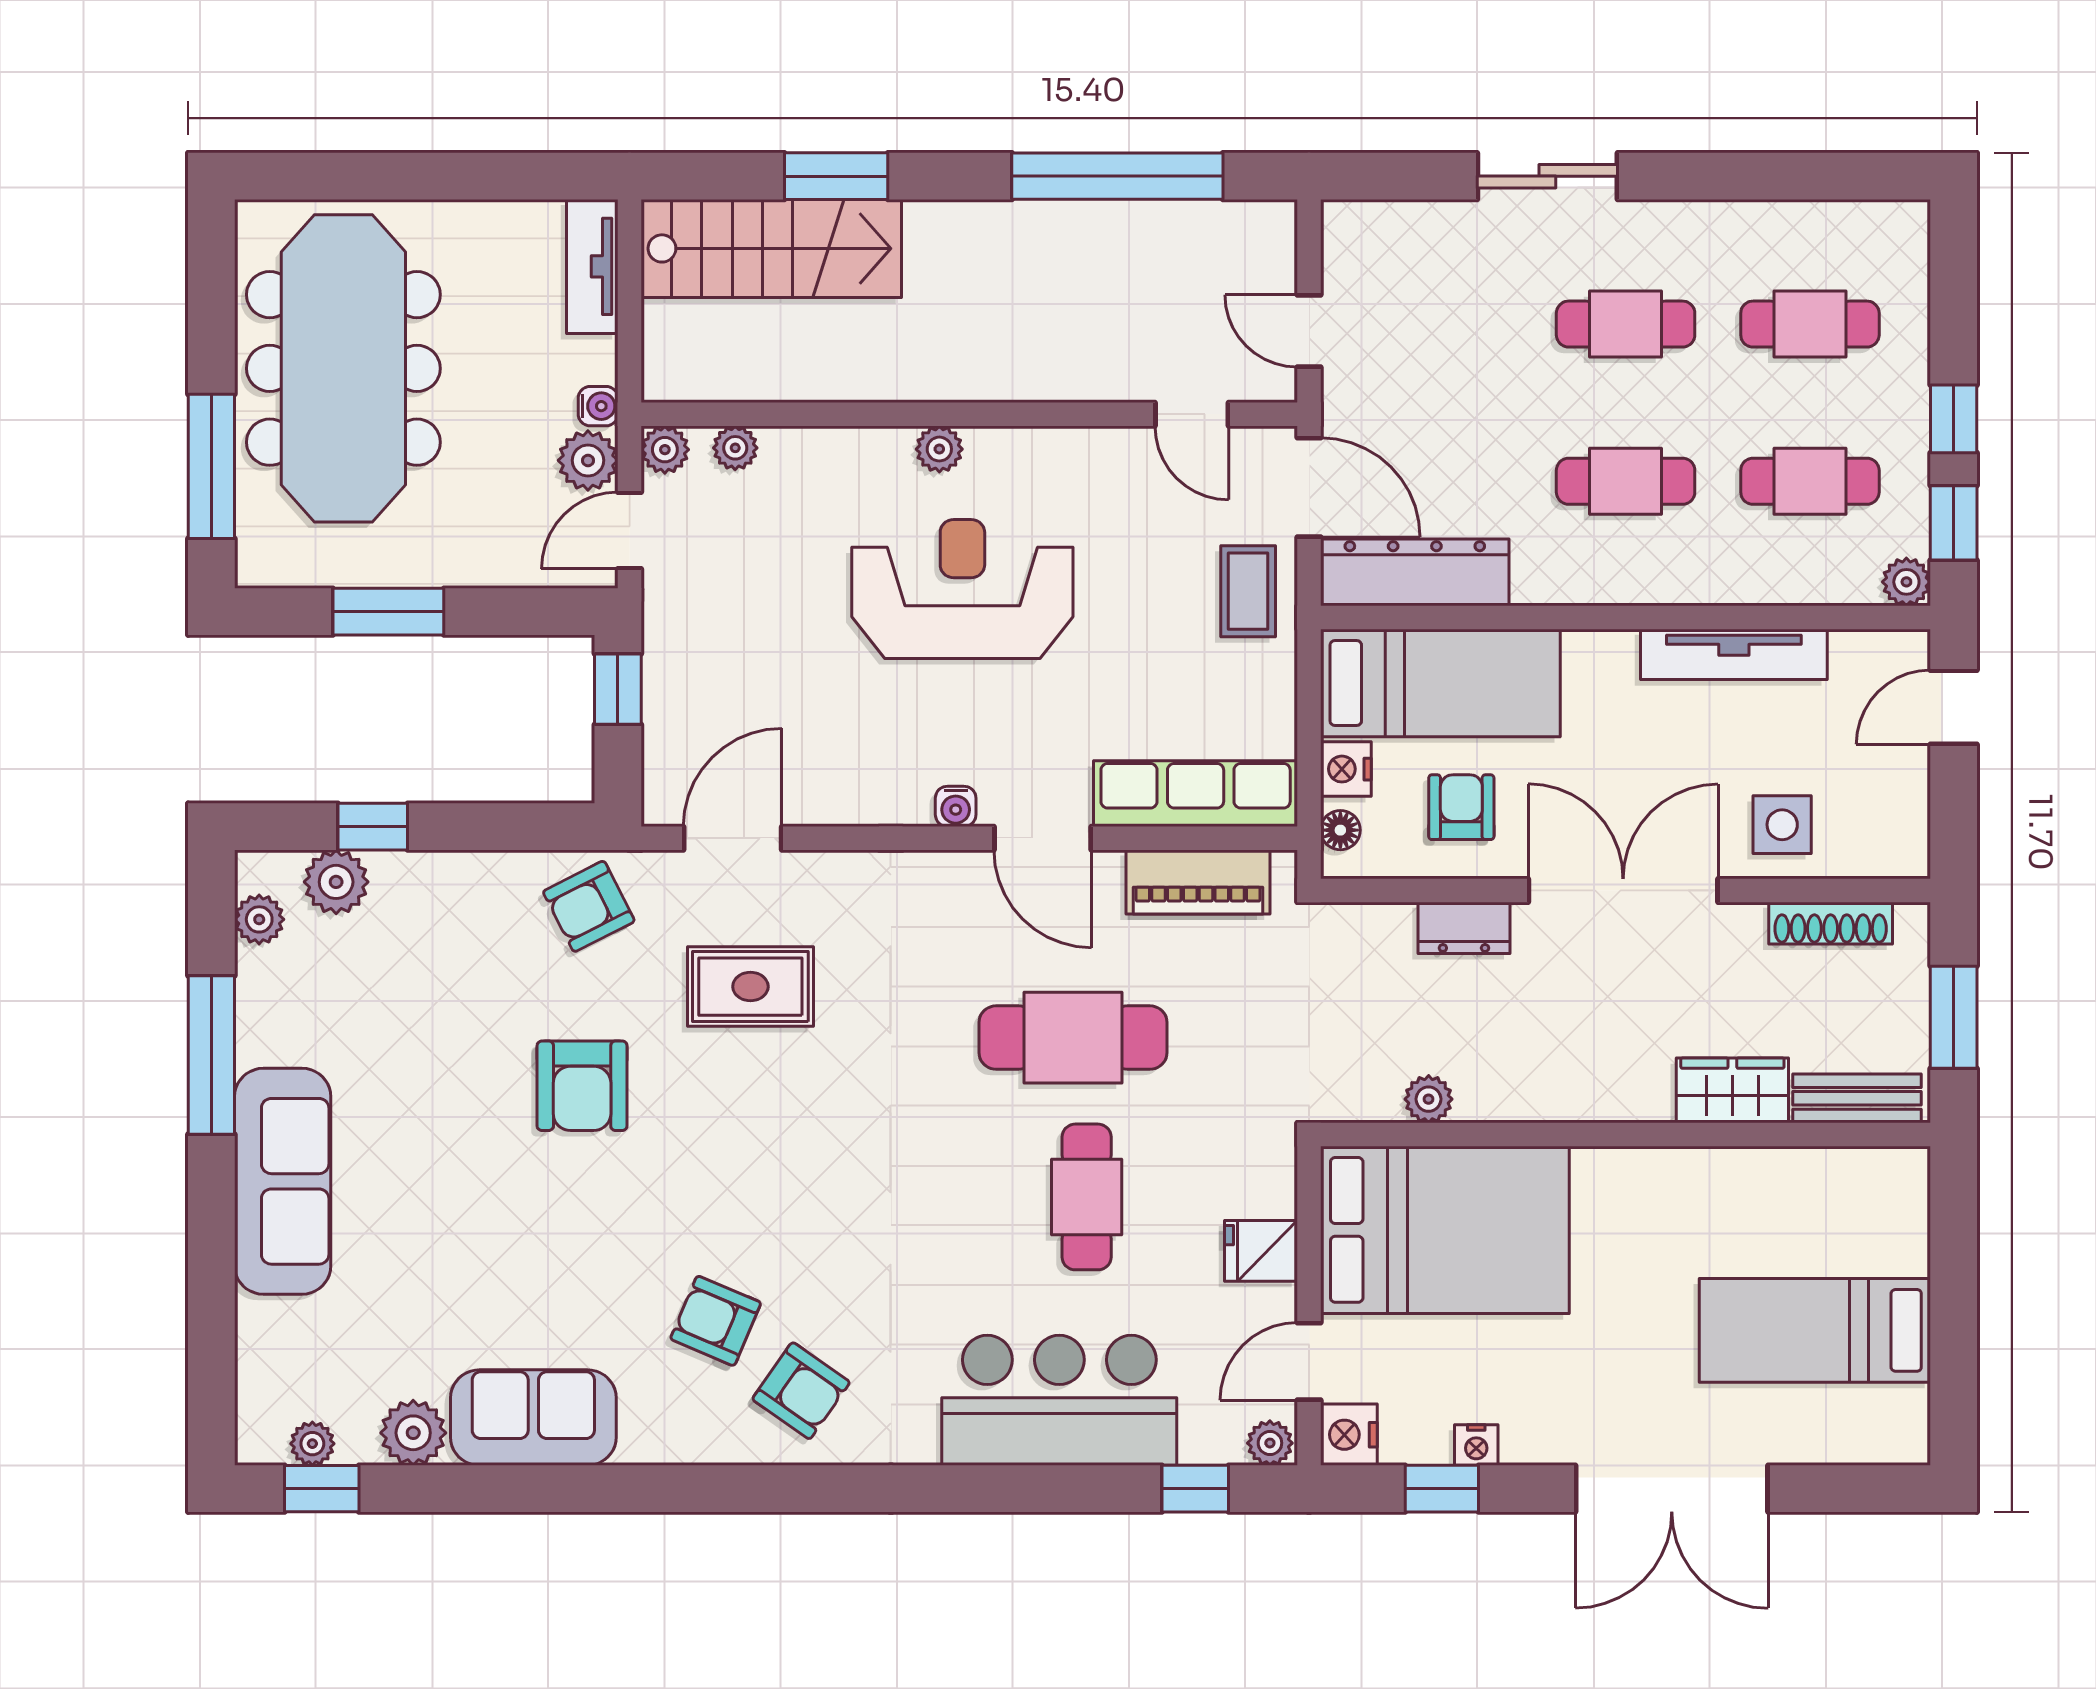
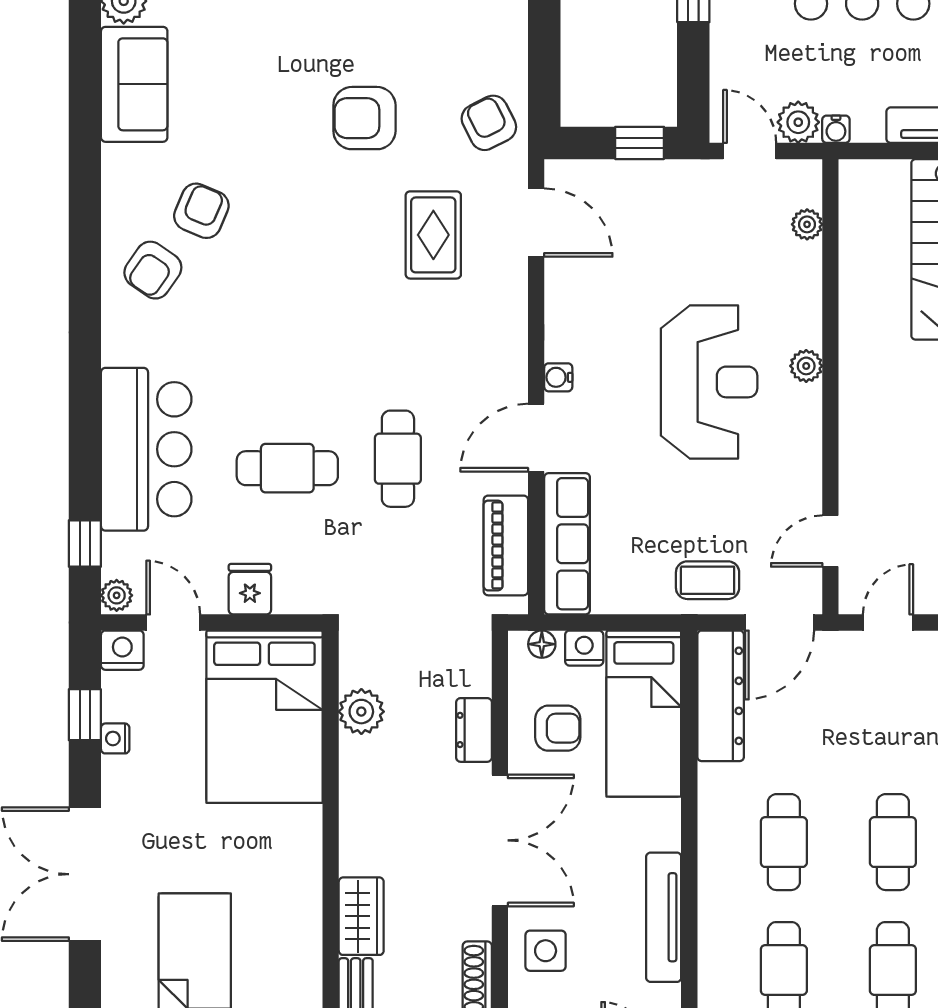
plant: (665, 450) -> (806, 176), removed
cafe table: (1073, 1038) -> (398, 459), width x0.73, depth x0.74
plant: (1429, 1099) -> (361, 712), width x1.38, depth x1.38

